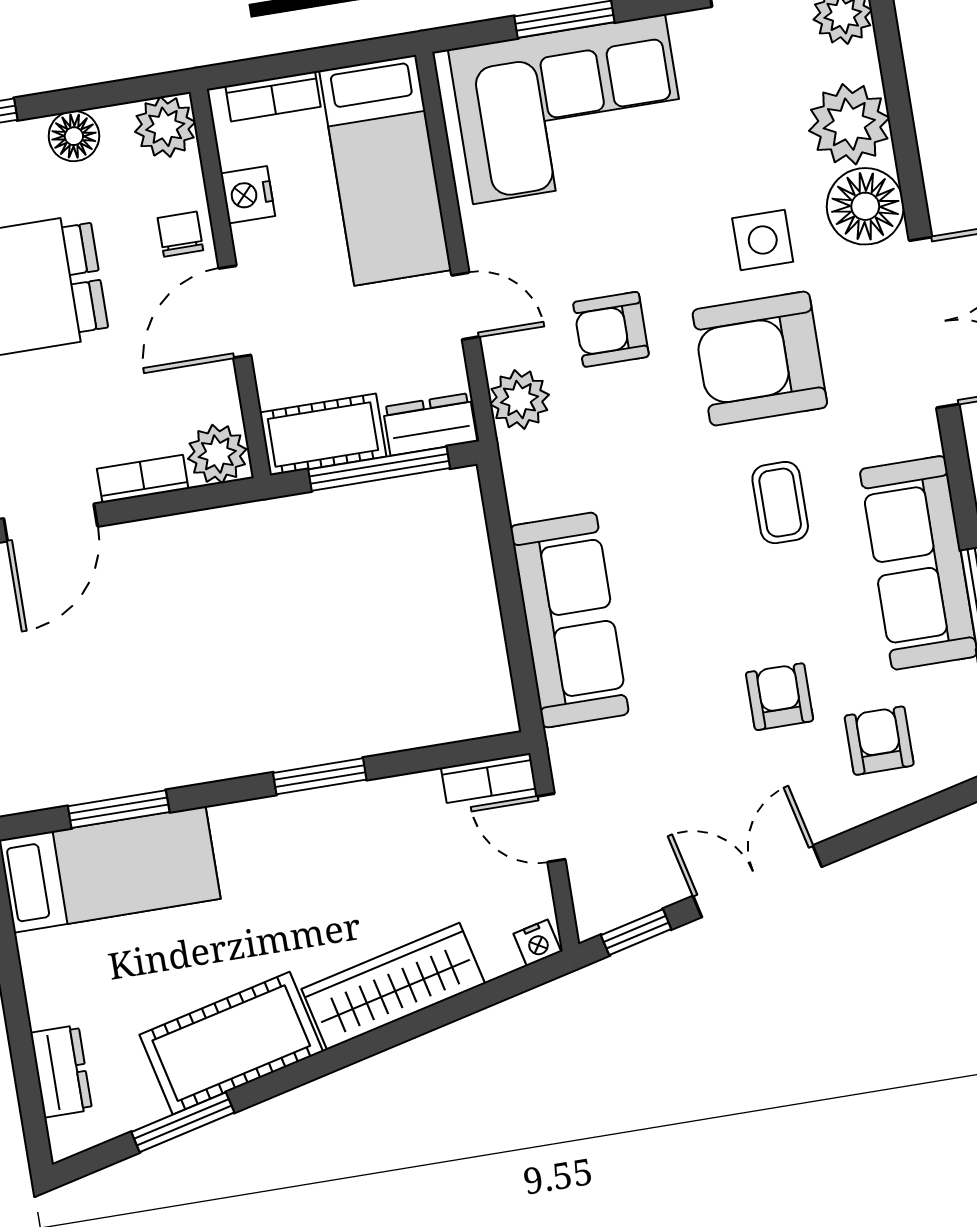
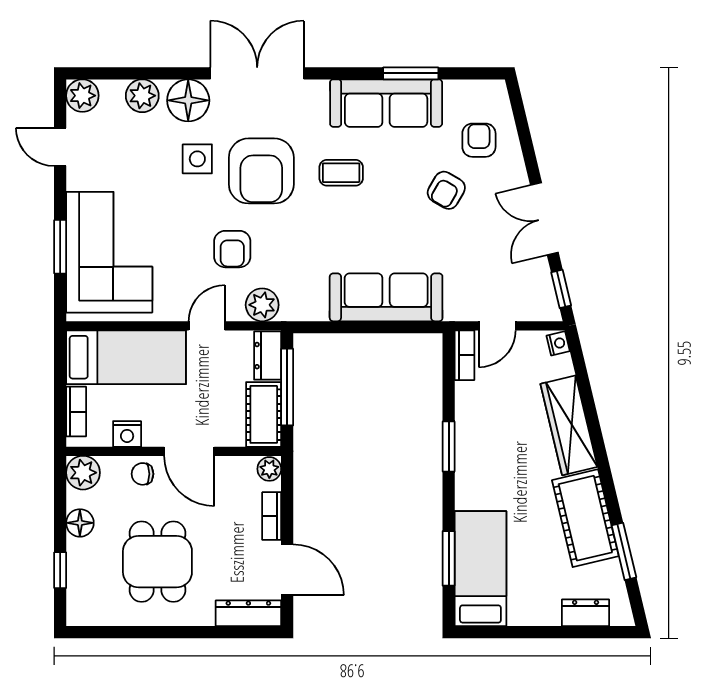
plant: (849, 124) -> (142, 96), width x0.73, depth x0.73
plant: (217, 454) -> (269, 469), width x0.73, depth x0.73
armchair: (780, 697) -> (446, 190), turned -60
armchair: (879, 741) -> (479, 140), turned 90

